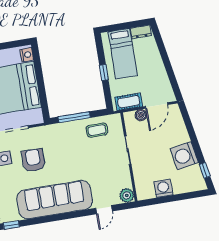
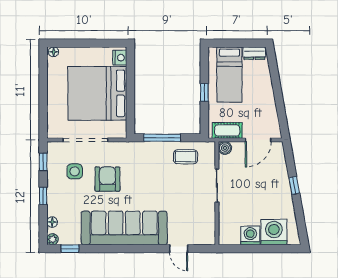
boiler: (141, 115) -> (225, 148), moved
washing machine: (184, 156) -> (274, 232), moved, turned 100
window: (205, 170) -> (294, 185), moved
plant: (127, 195) -> (207, 237), removed
door: (104, 210) -> (179, 249), hinge flipped

